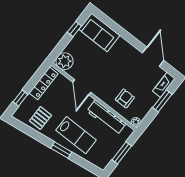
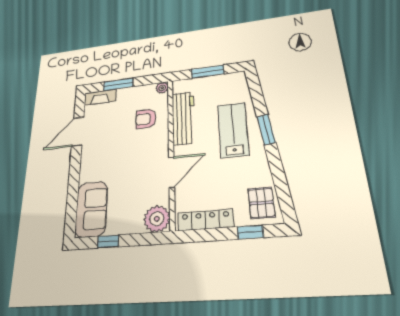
pallet: (40, 118) -> (261, 203), moved, turned 90

